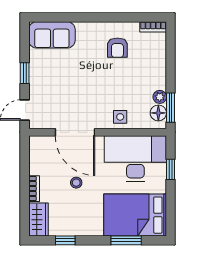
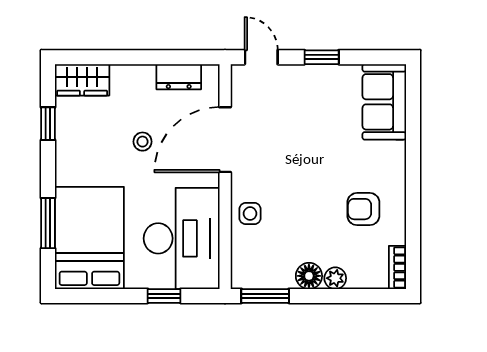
plant: (160, 97) -> (335, 278), moved
floor lamp: (158, 113) -> (309, 276), moved
dresser: (37, 160) -> (179, 77), added
bookcase: (34, 189) -> (133, 73), removed

